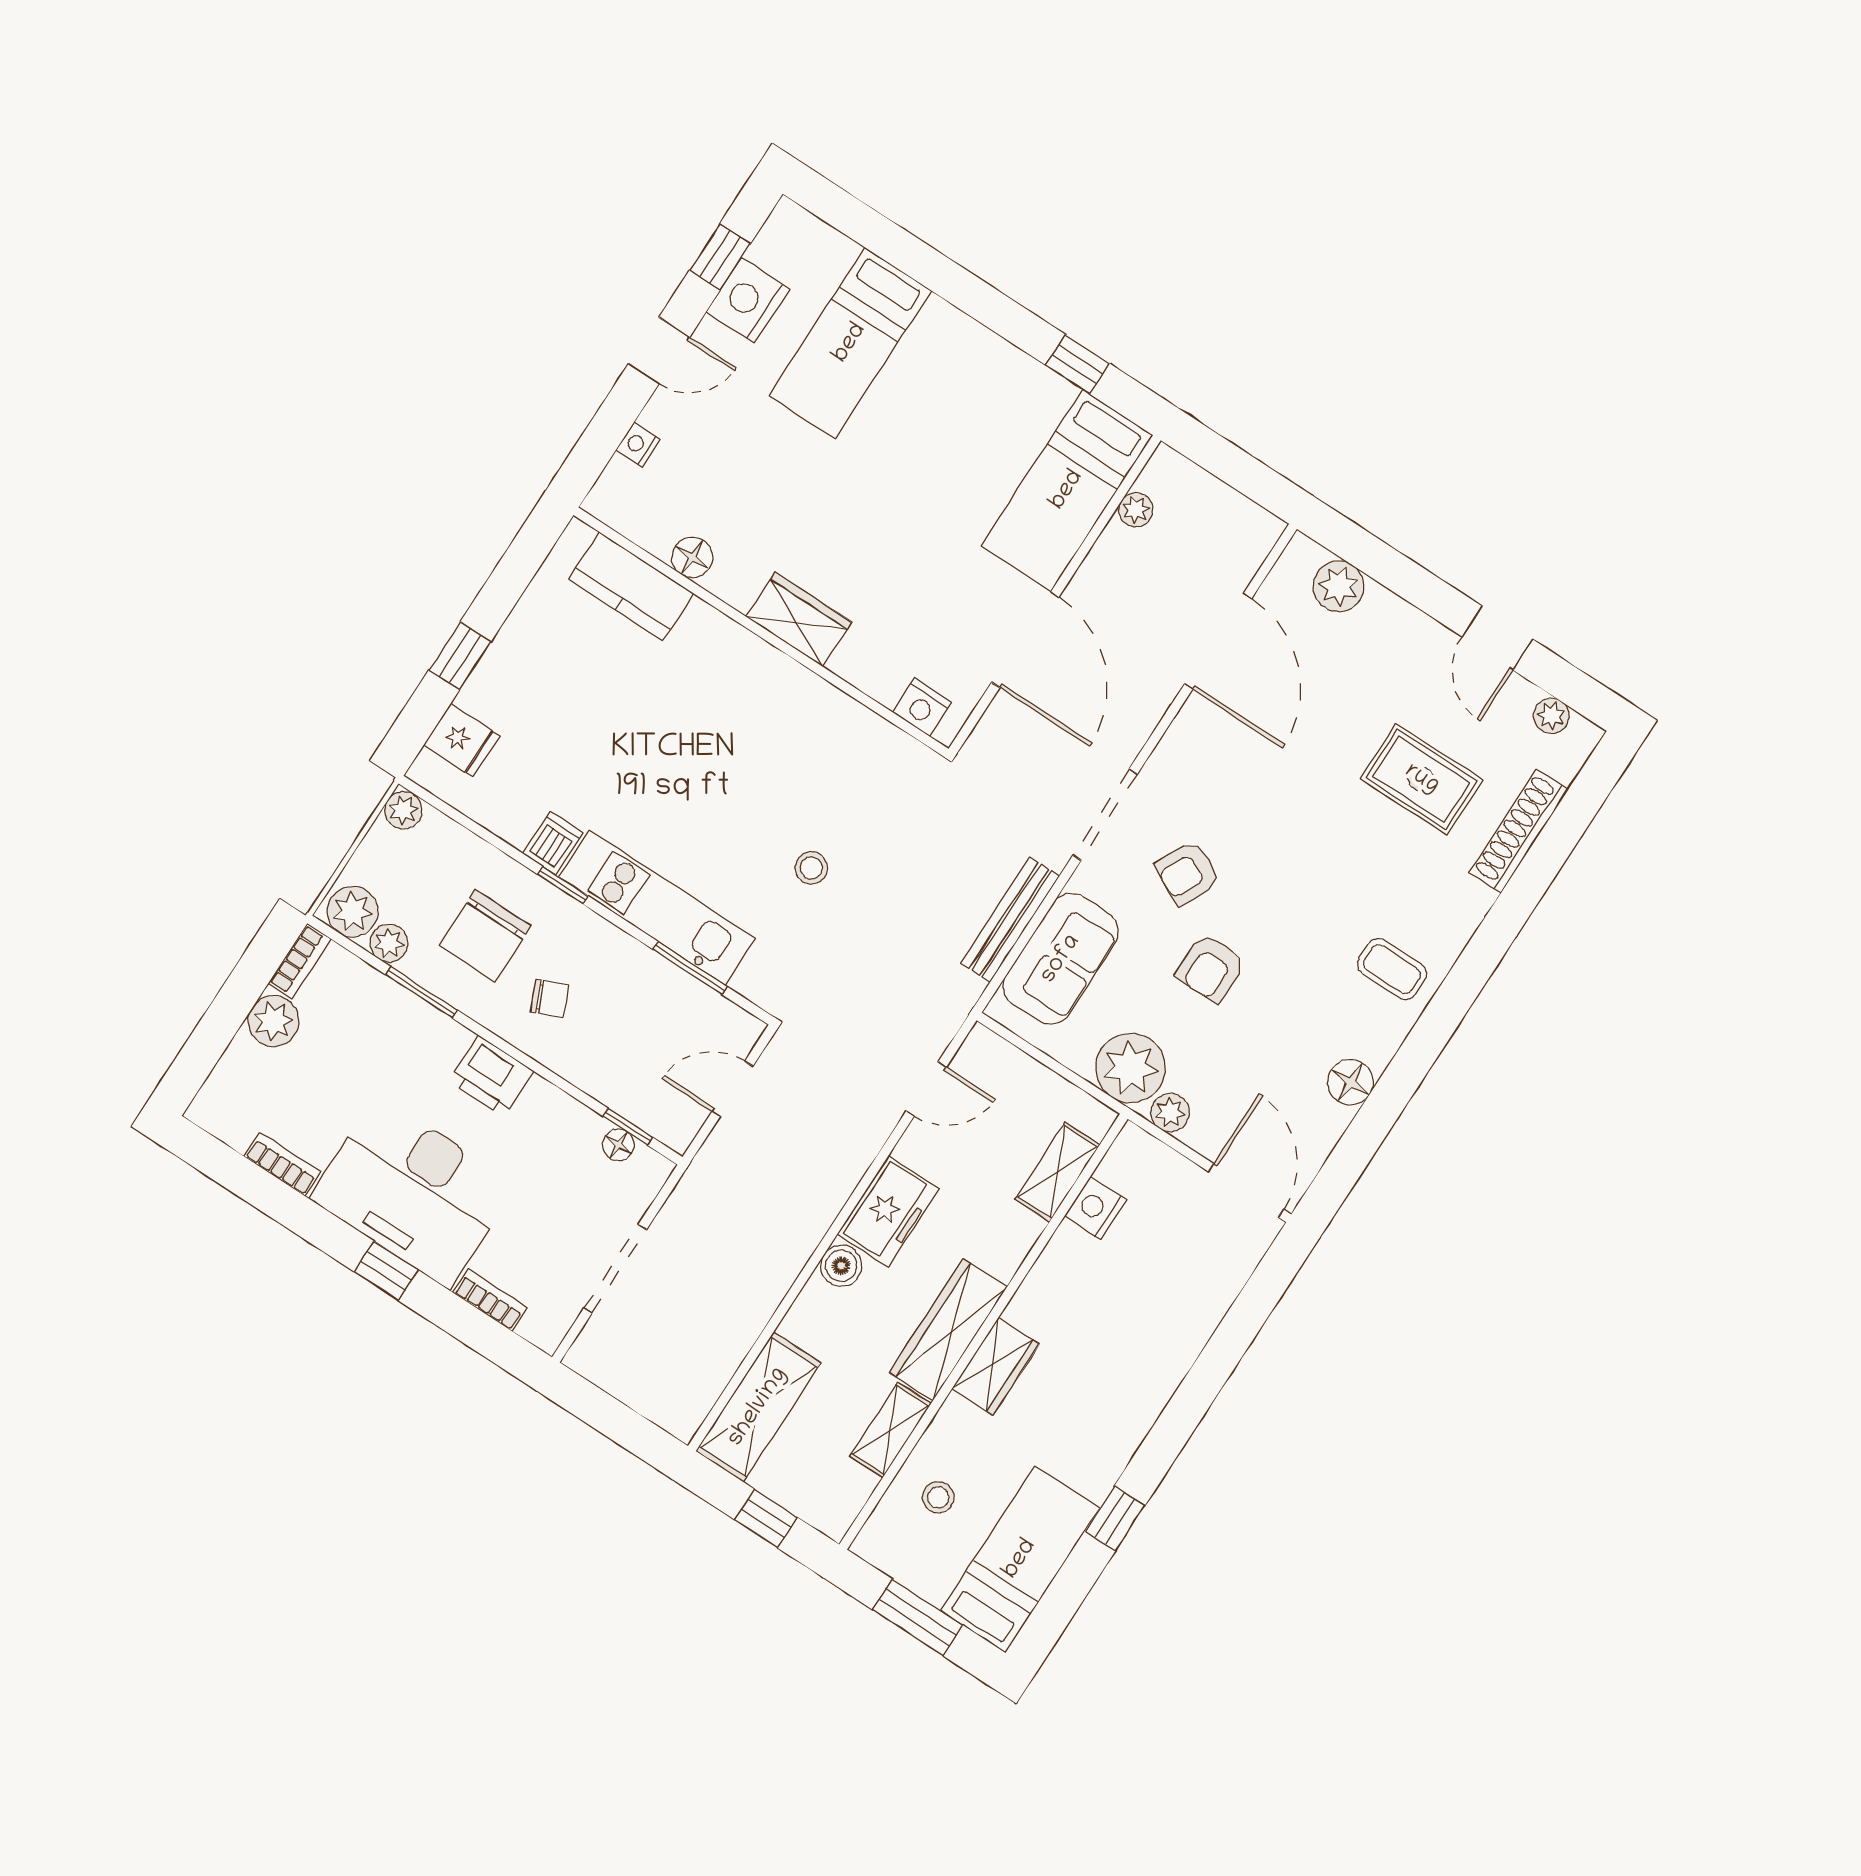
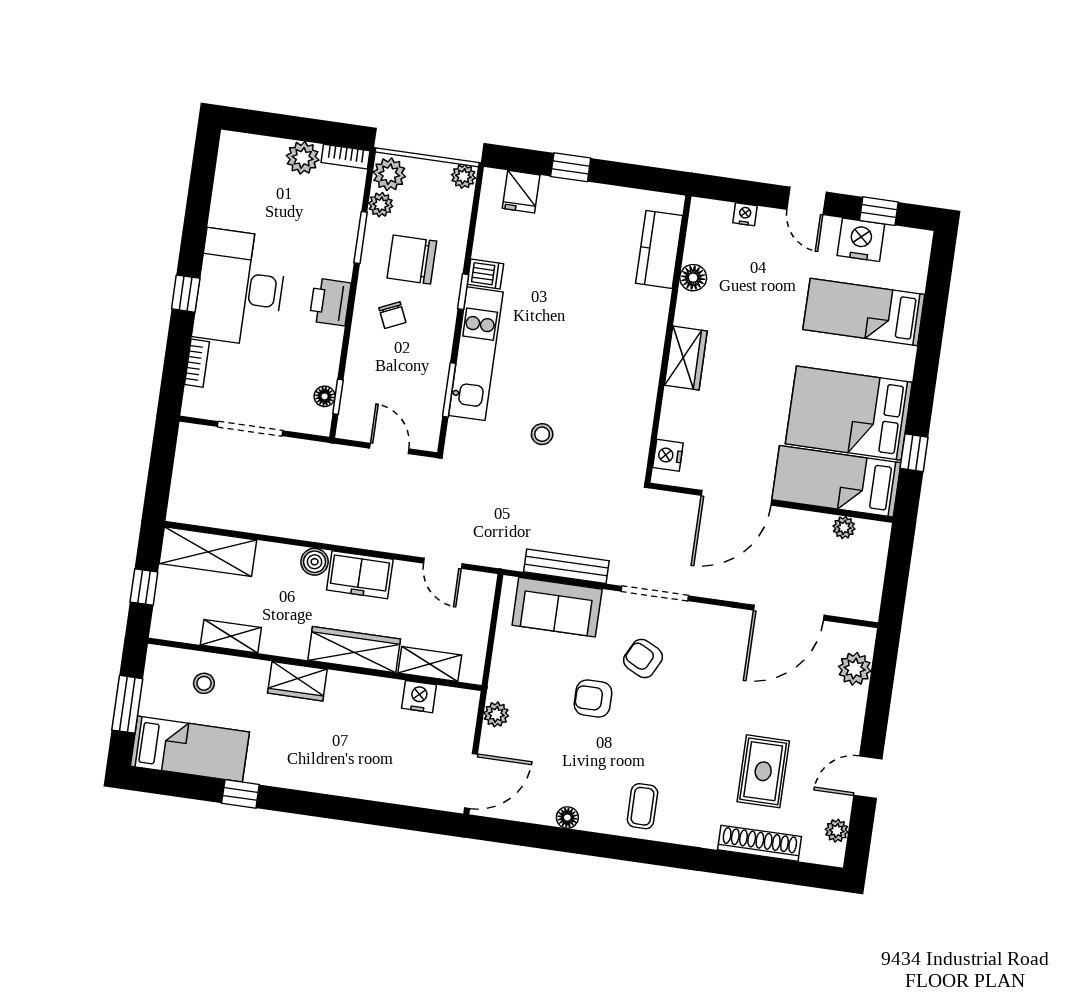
bed: (980, 429) -> (849, 413), added
plant: (1130, 1068) -> (512, 678), removed
floor lamp: (1350, 1082) -> (567, 818), width x0.73, depth x0.73
bookcase: (282, 1164) -> (220, 203), removed
wardrobe: (948, 1330) -> (354, 650), moved

